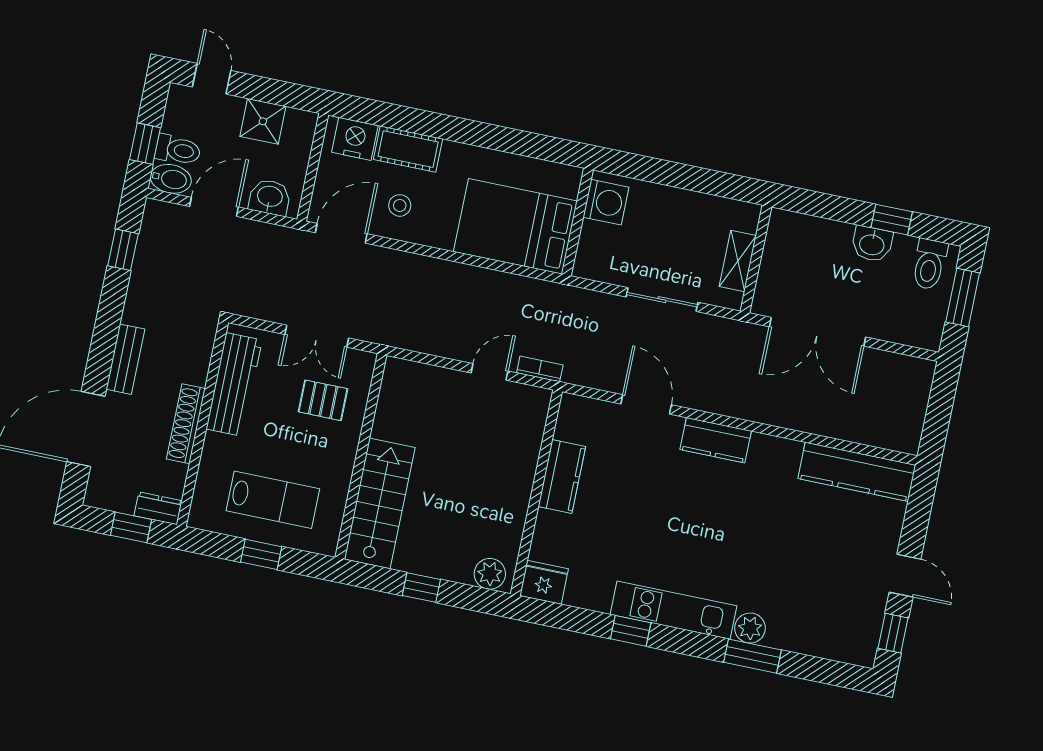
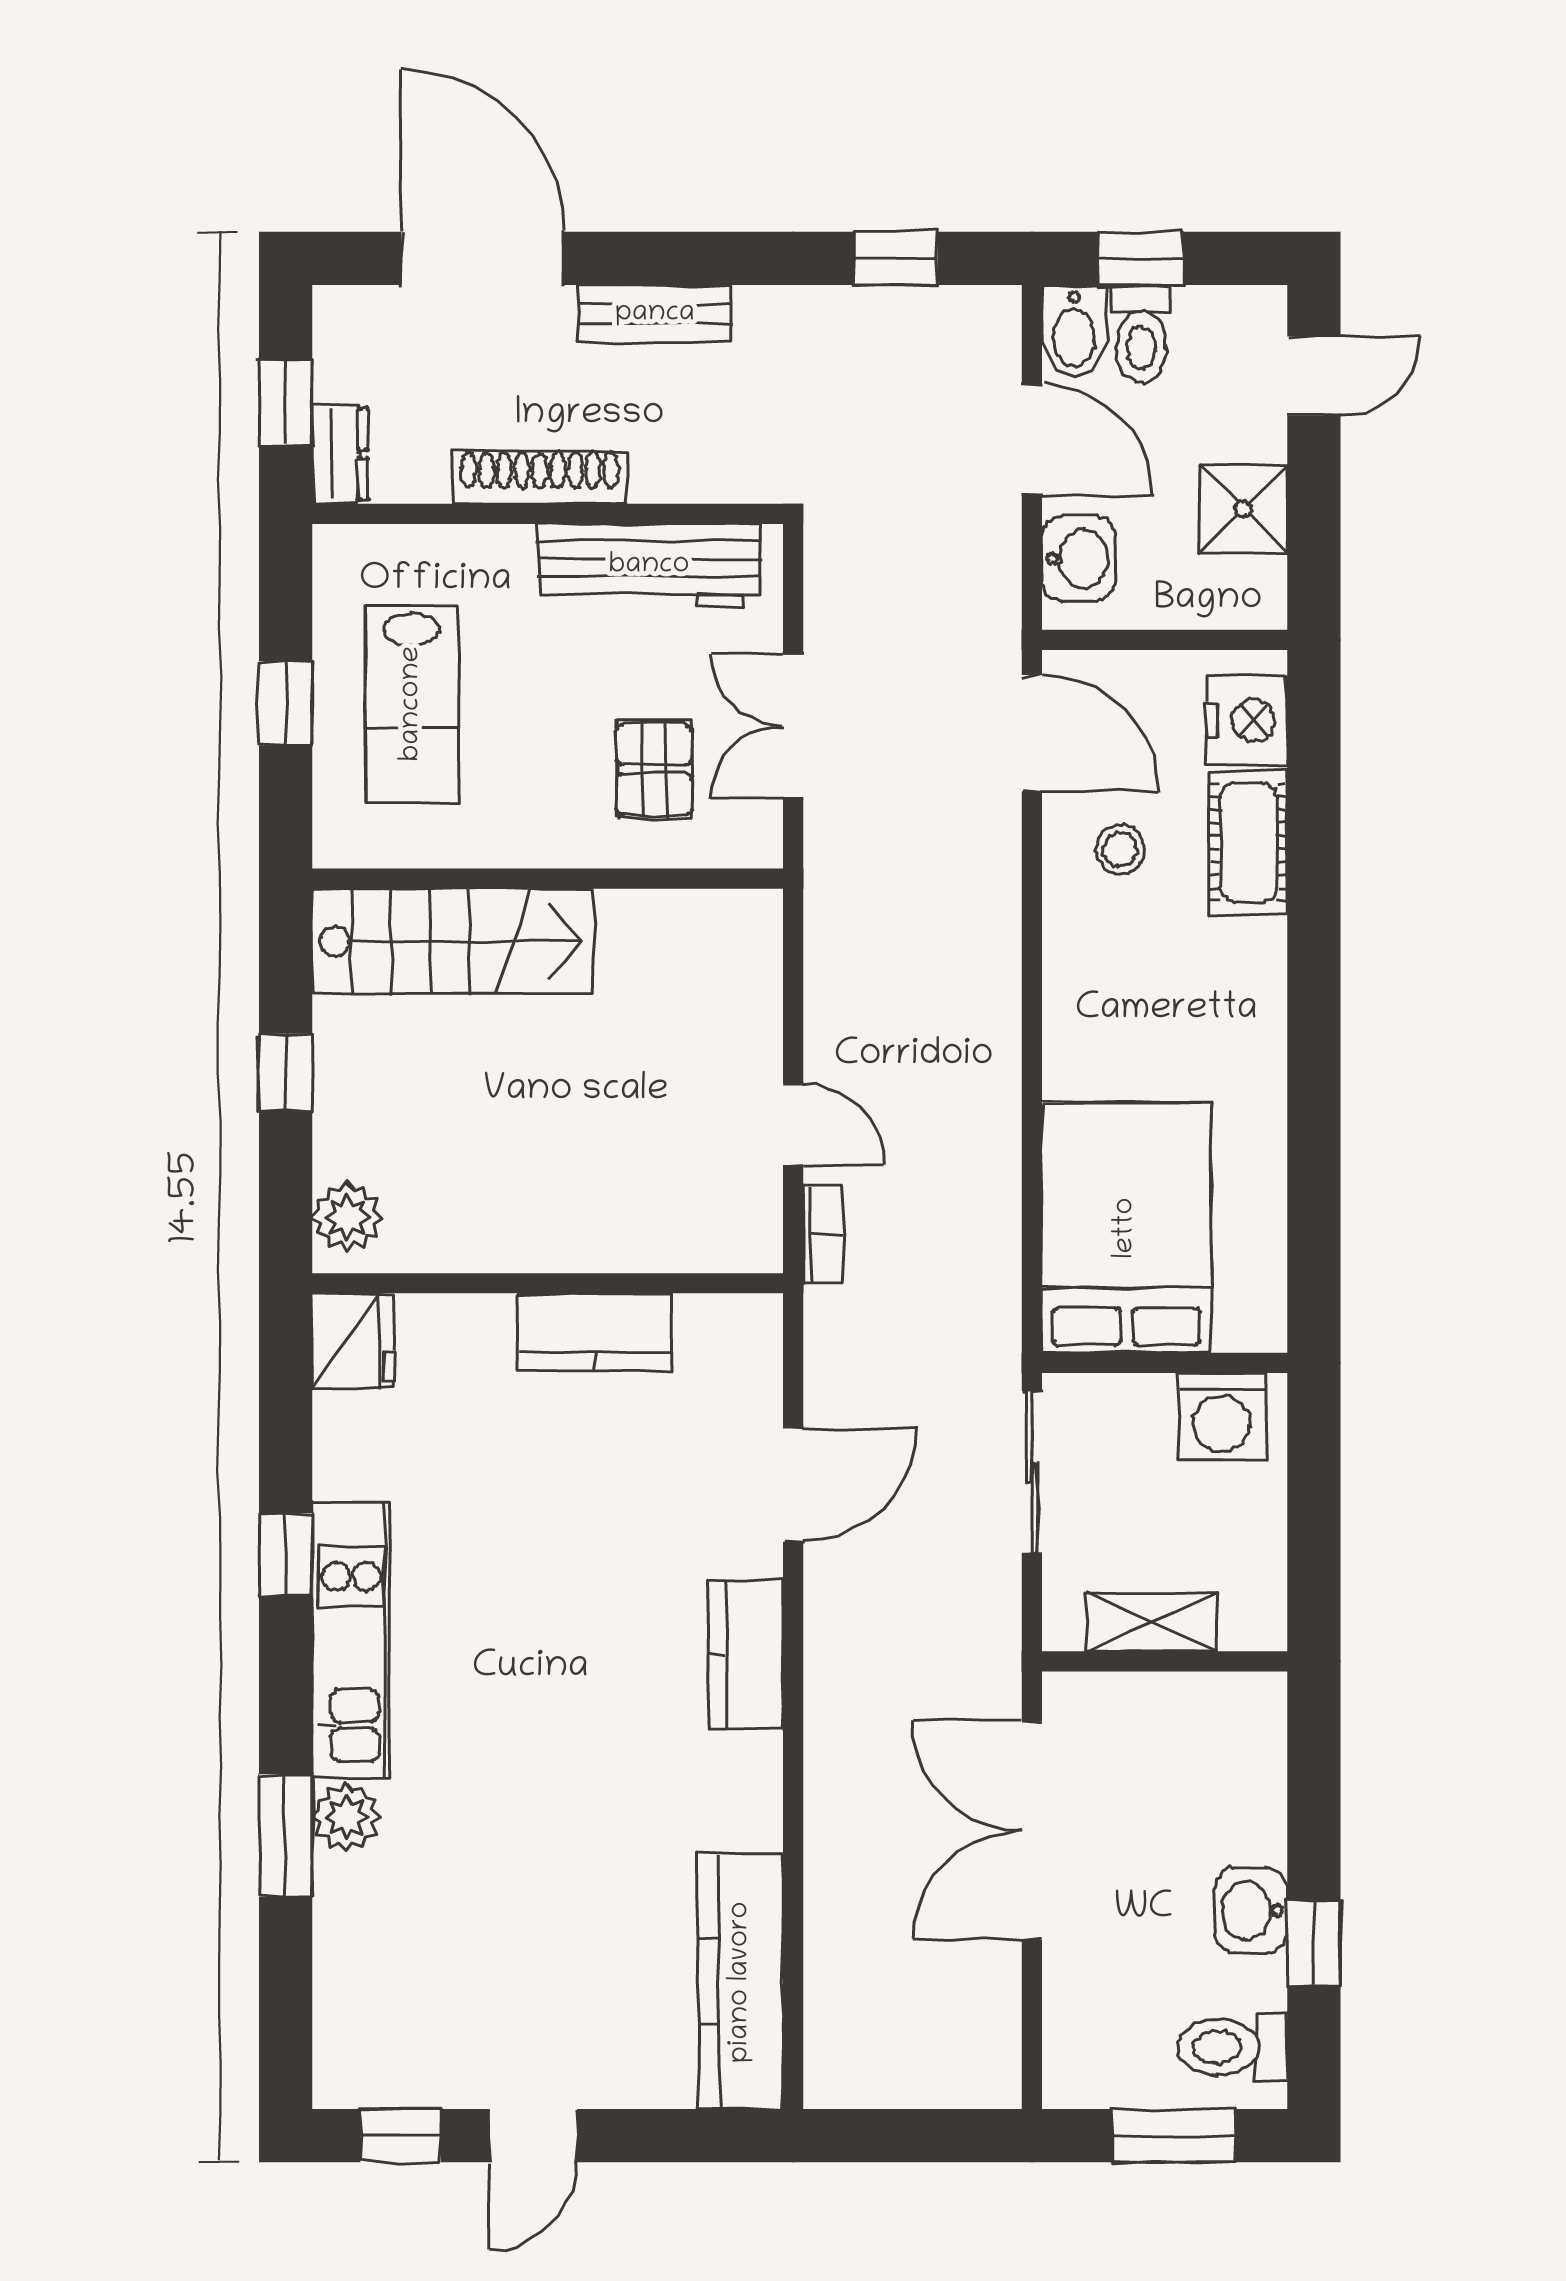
washing machine: (606, 202) -> (1221, 1417), moved
wall: (577, 222) -> (1165, 1363), moved
bed: (515, 226) -> (1126, 1228), moved

